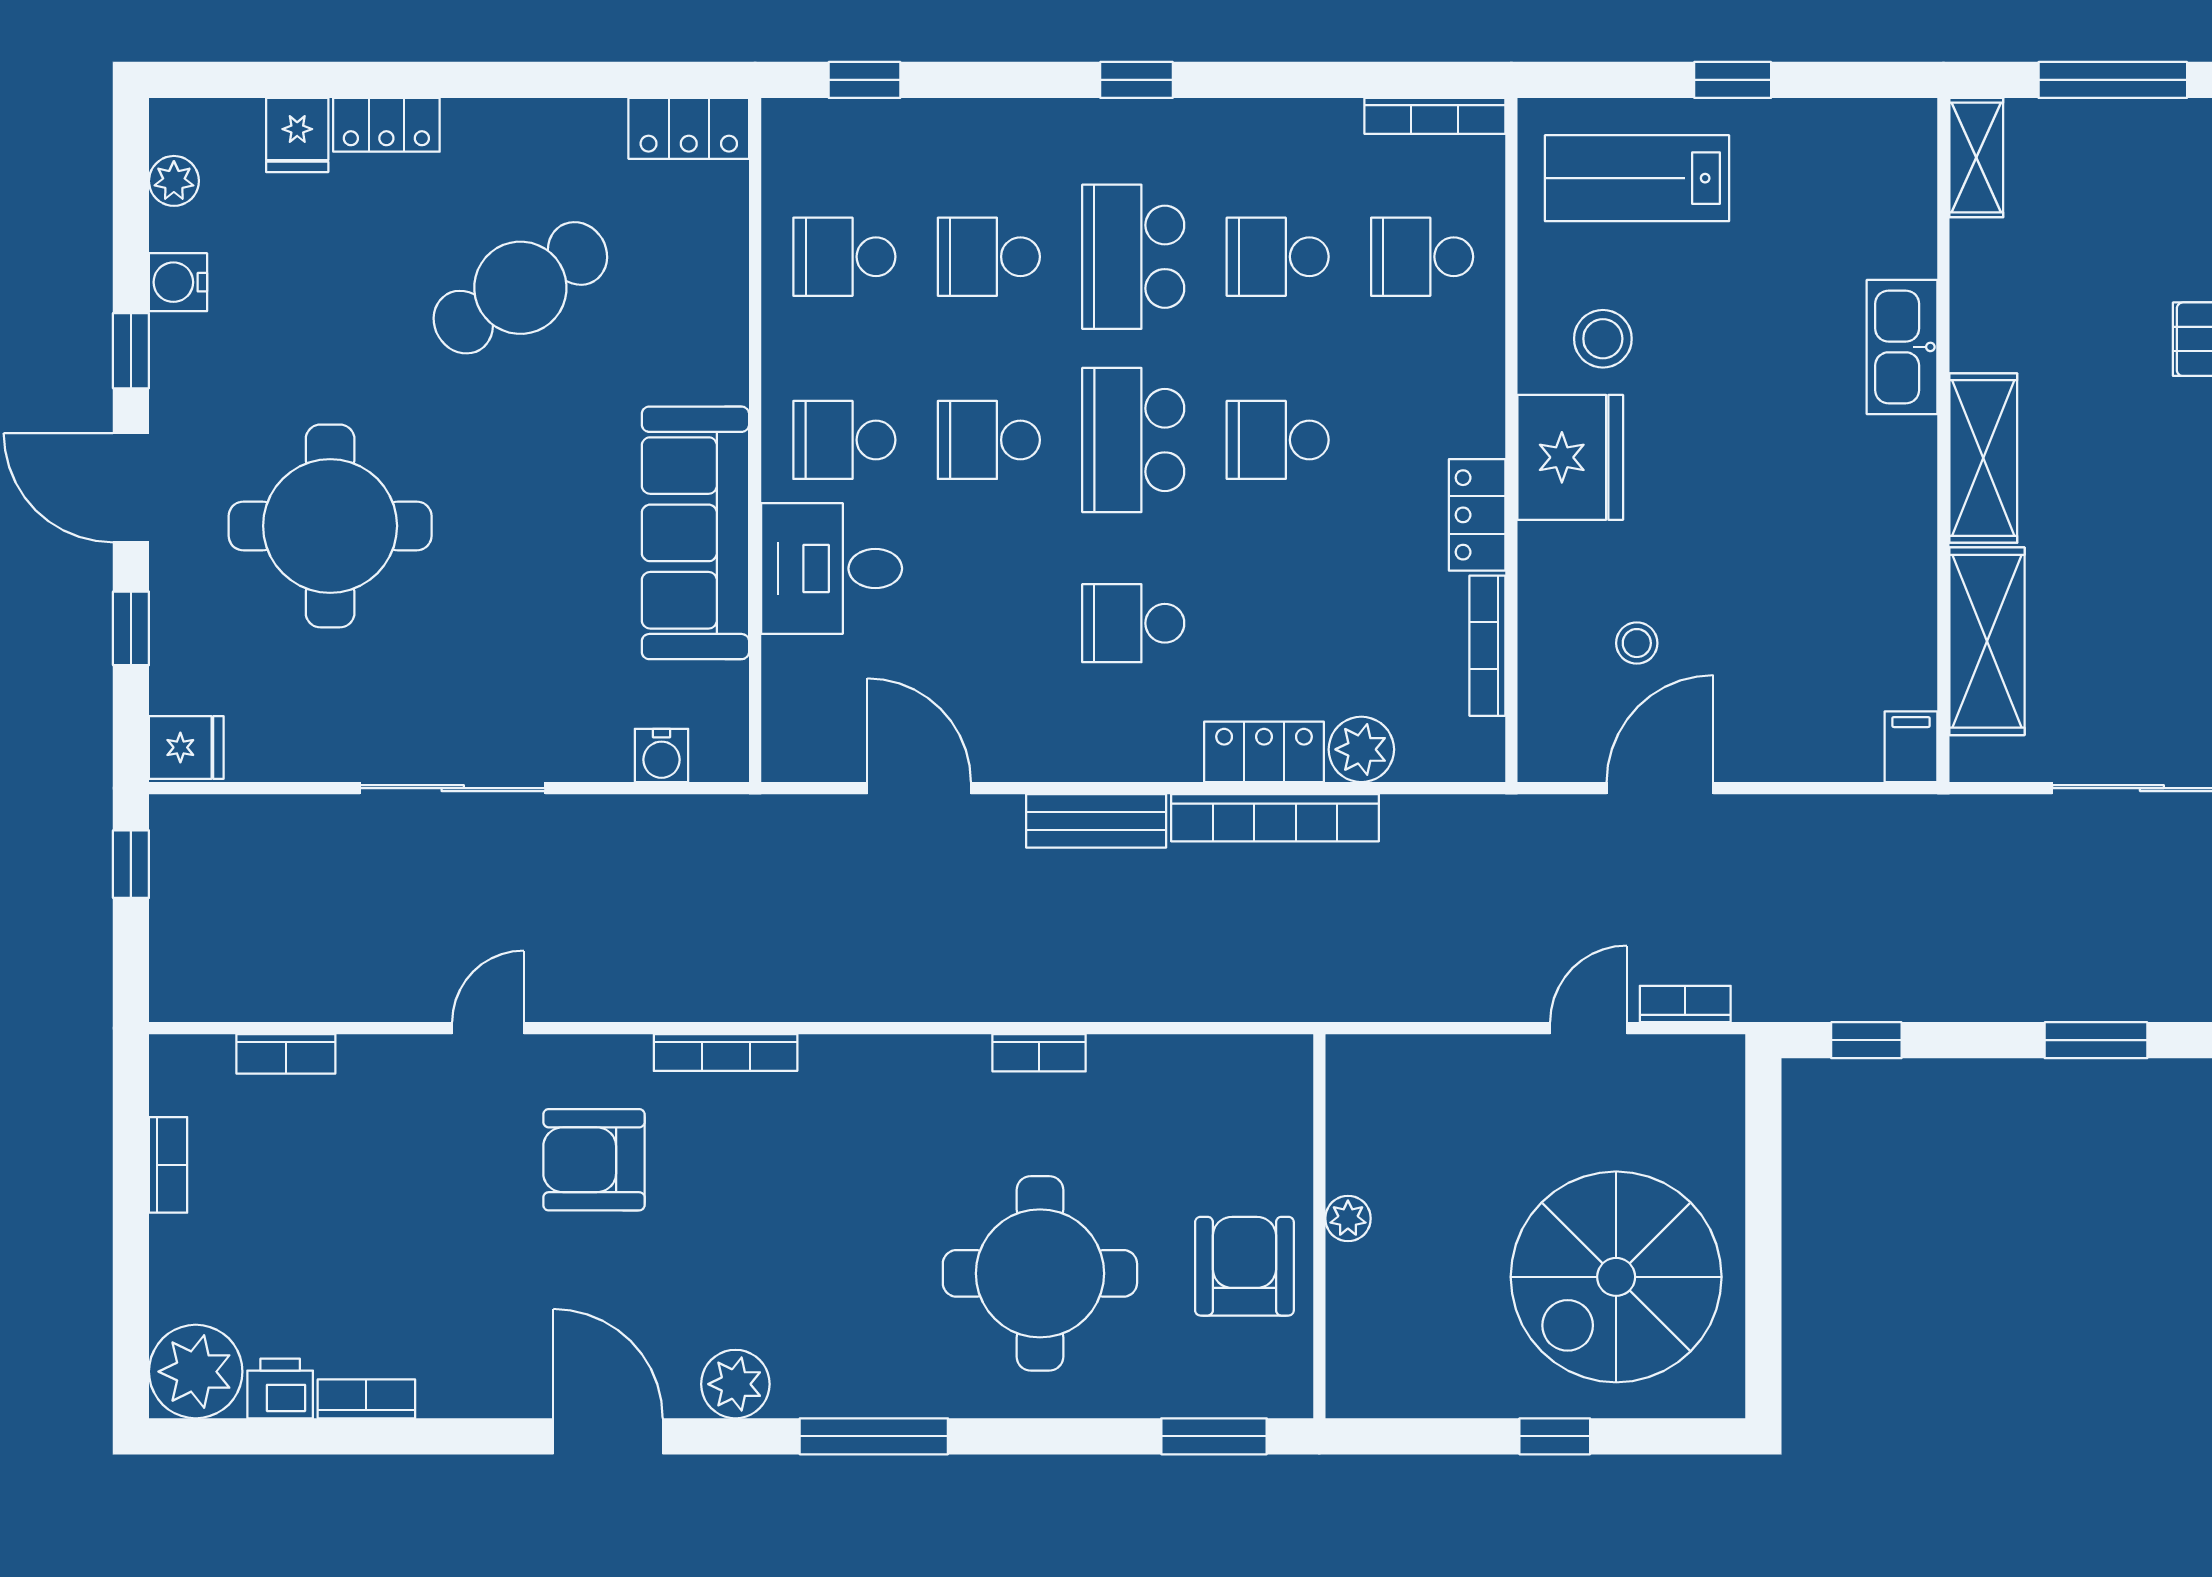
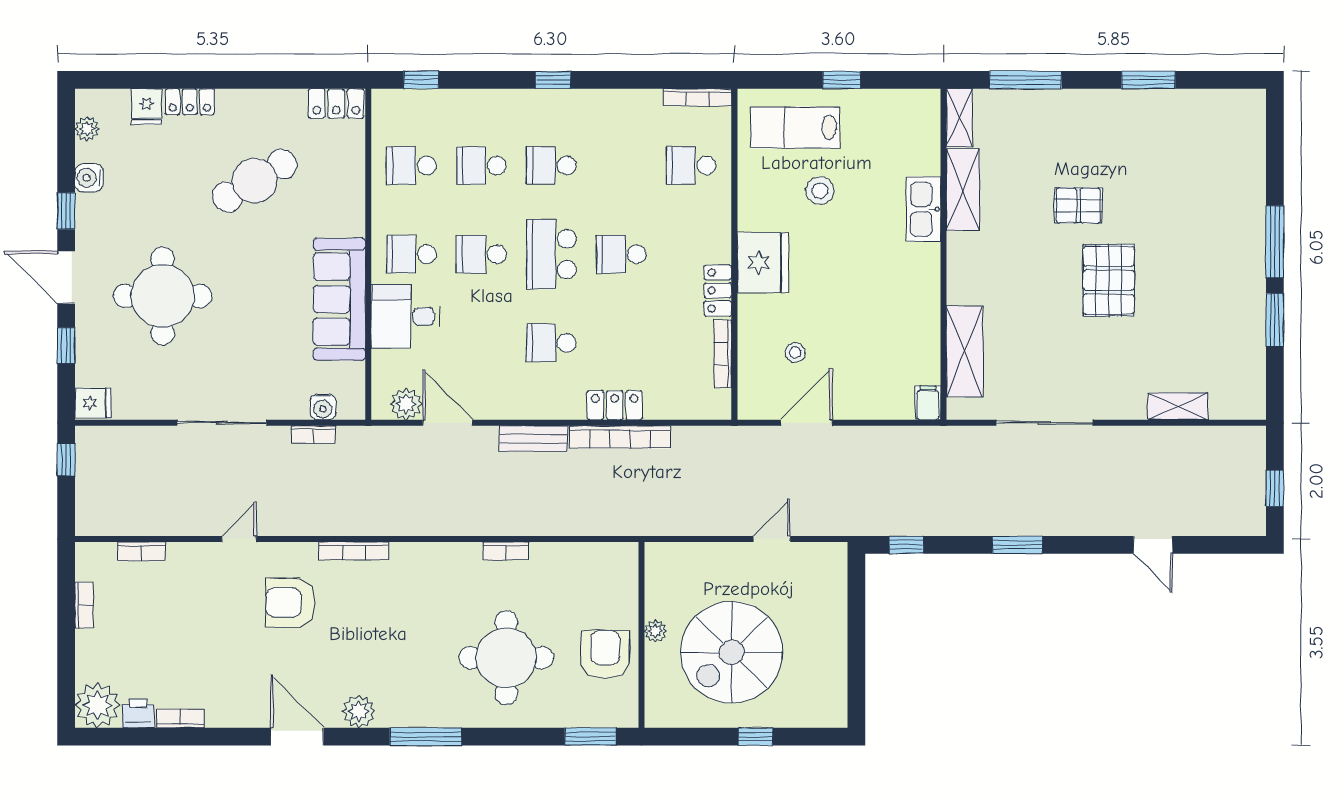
school desk: (1133, 257) -> (551, 166), width x0.54
school desk: (1278, 257) -> (621, 166), removed
stool: (1603, 339) -> (820, 191), moved
shelving: (1983, 458) -> (963, 190), moved
plant: (1361, 749) -> (406, 404), moved
bookcase: (1685, 1004) -> (313, 434), moved, turned 180
spiral stairs: (1616, 1277) -> (732, 652), moved

